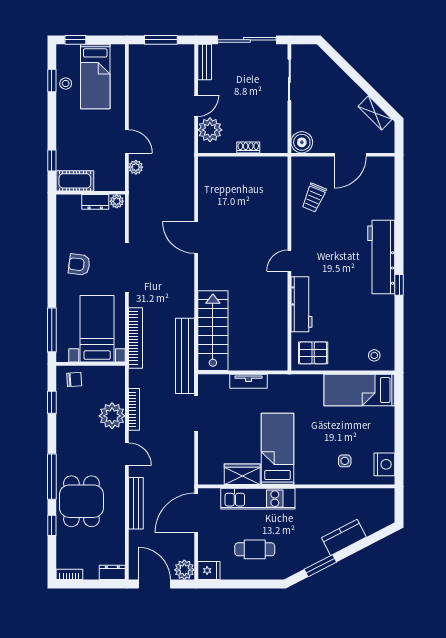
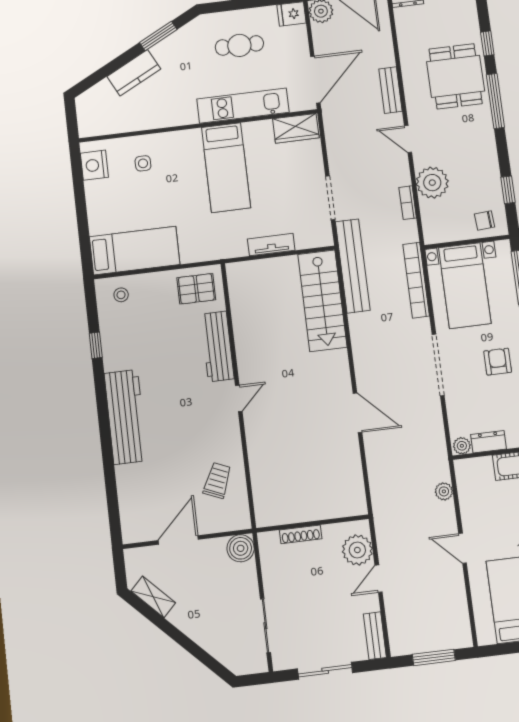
sliding door: (247, 40) -> (325, 671), width x0.73
door: (127, 141) -> (463, 548), moved
shoe rack: (248, 147) -> (301, 534), width x1.43
armchair: (79, 265) -> (498, 362), turned -97
window: (399, 285) -> (96, 345), moved
bookcase: (134, 409) -> (408, 203), width x0.64
wardrobe: (242, 474) -> (296, 128), moved
bench: (136, 503) -> (390, 90), width x0.73

